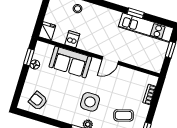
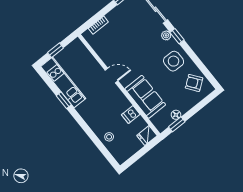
armchair: (38, 101) -> (194, 83), turned 120
side table: (90, 102) -> (174, 61), moved
coffee table: (124, 115) -> (131, 22), removed

